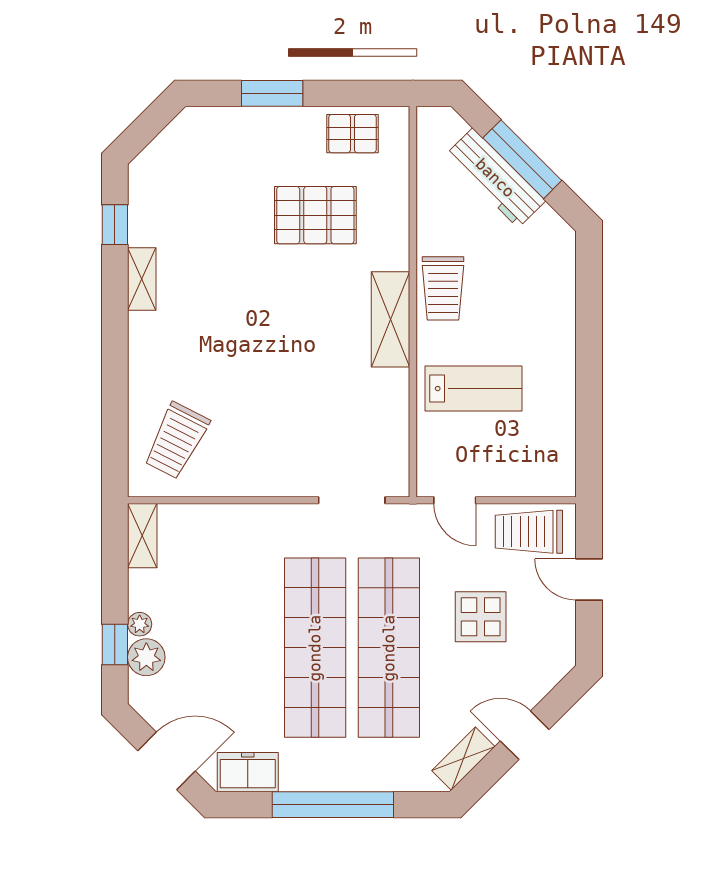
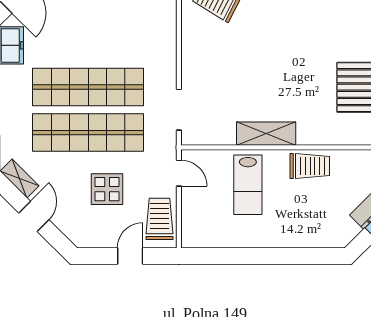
trolley: (443, 288) -> (310, 166), turned 180
shelving: (391, 319) -> (266, 134), moved
door: (455, 500) -> (179, 173), swing flipped

